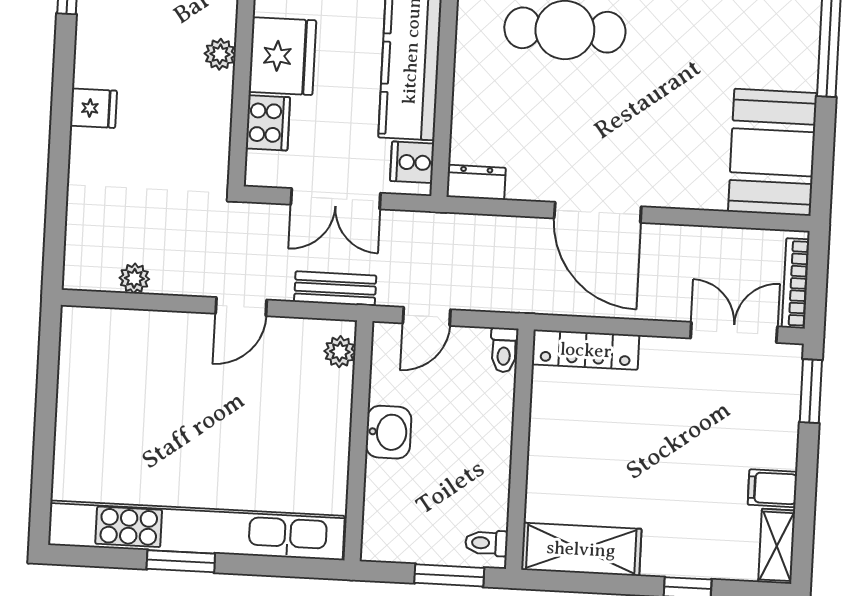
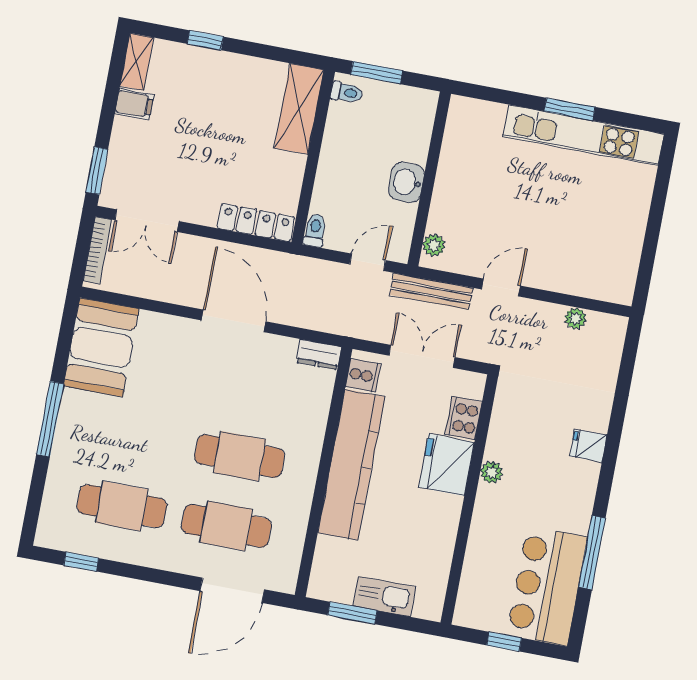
bench: (335, 289) -> (431, 291), width x1.36
kitchen unit: (196, 530) -> (583, 135), width x0.73
shelving: (581, 549) -> (299, 109), moved, turned 90

